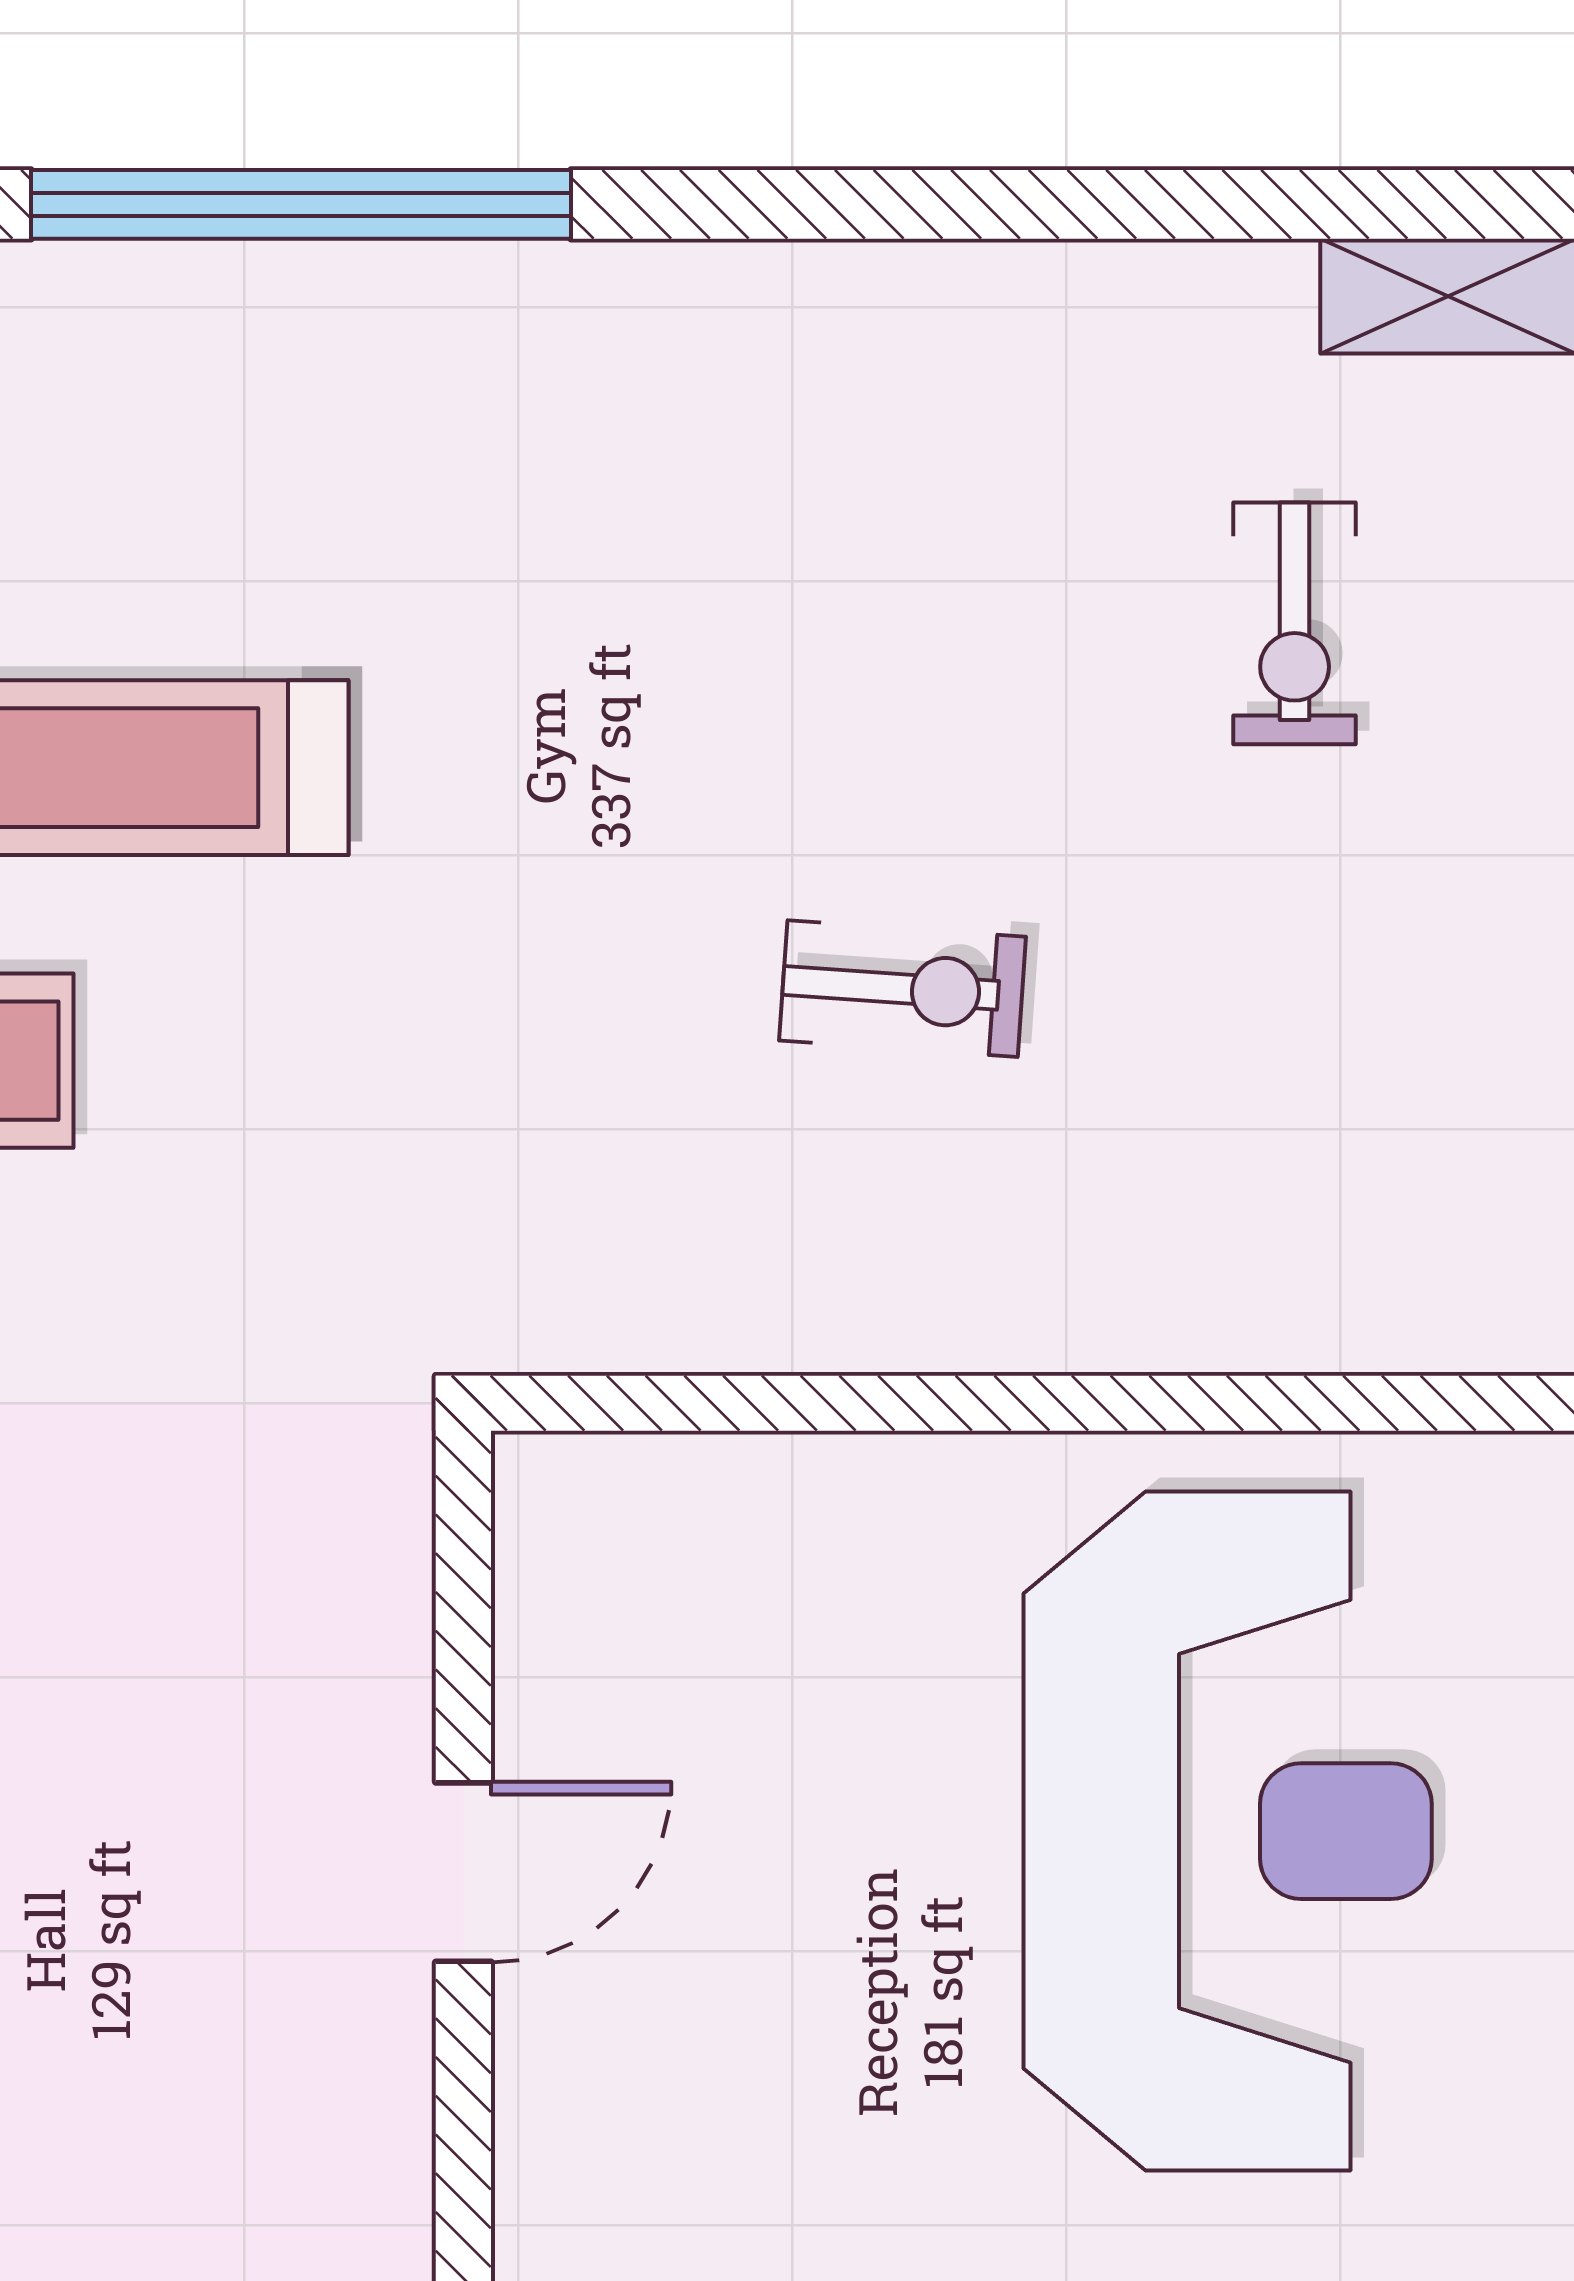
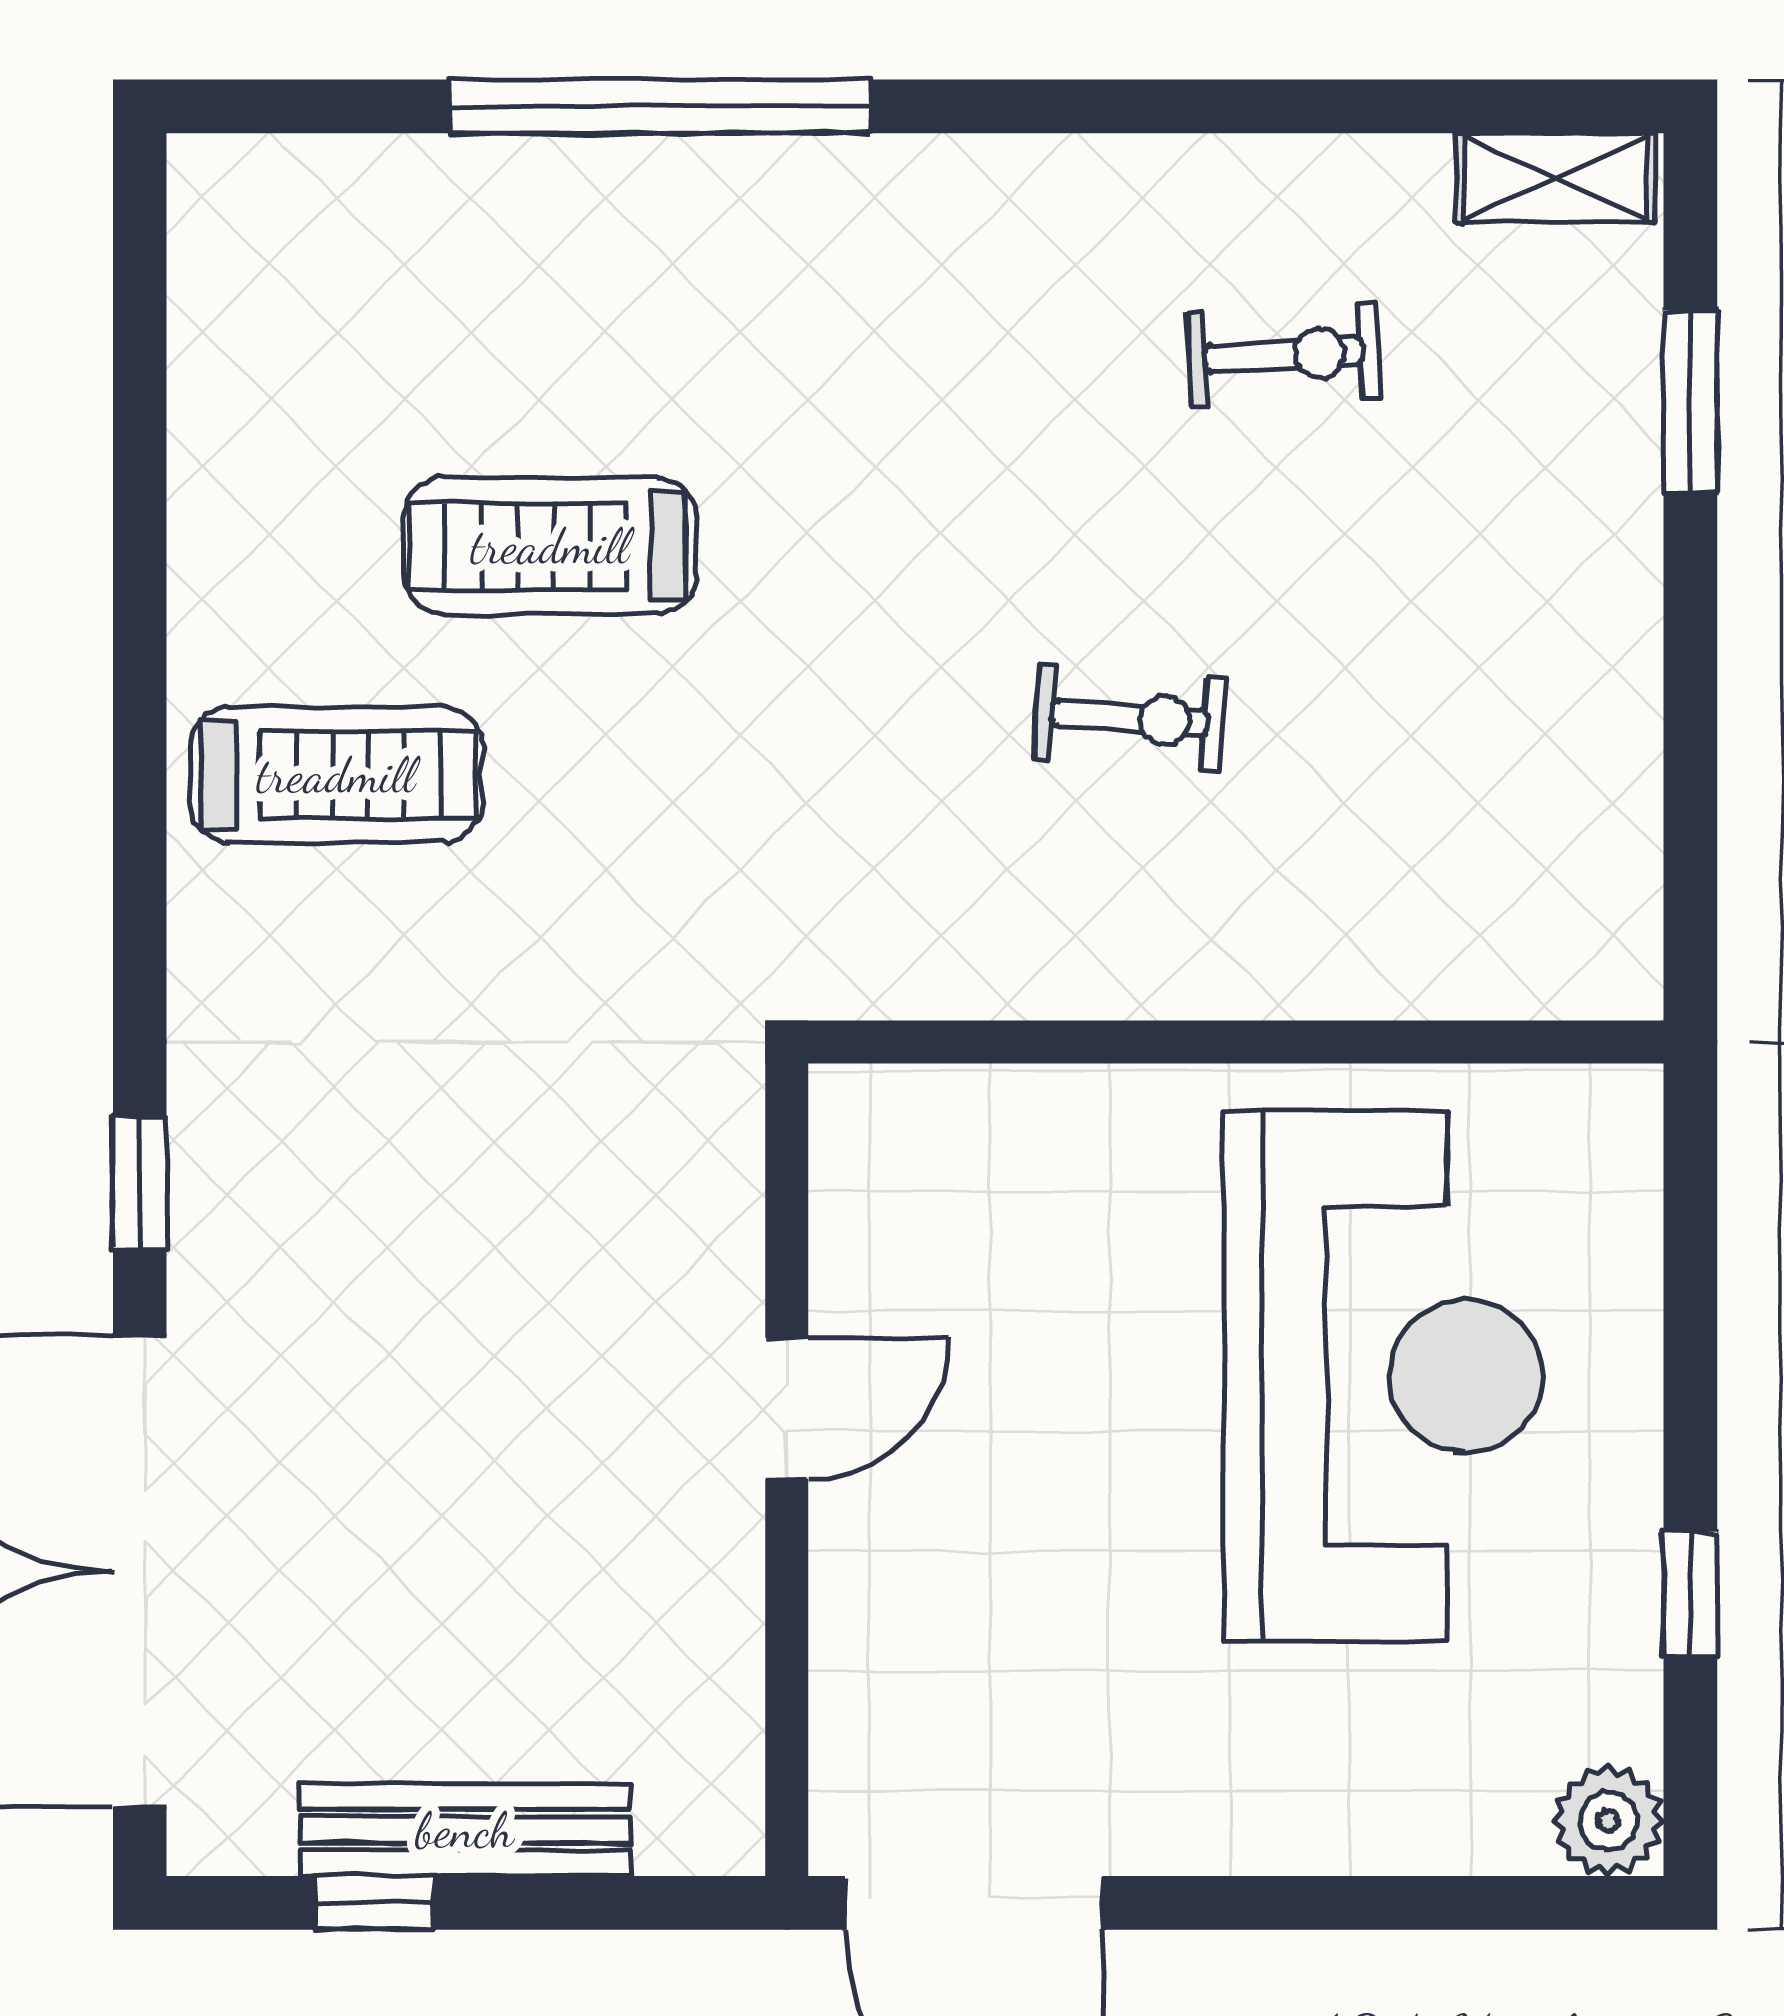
exercise bike: (1295, 623) -> (1284, 355), moved, turned -93

